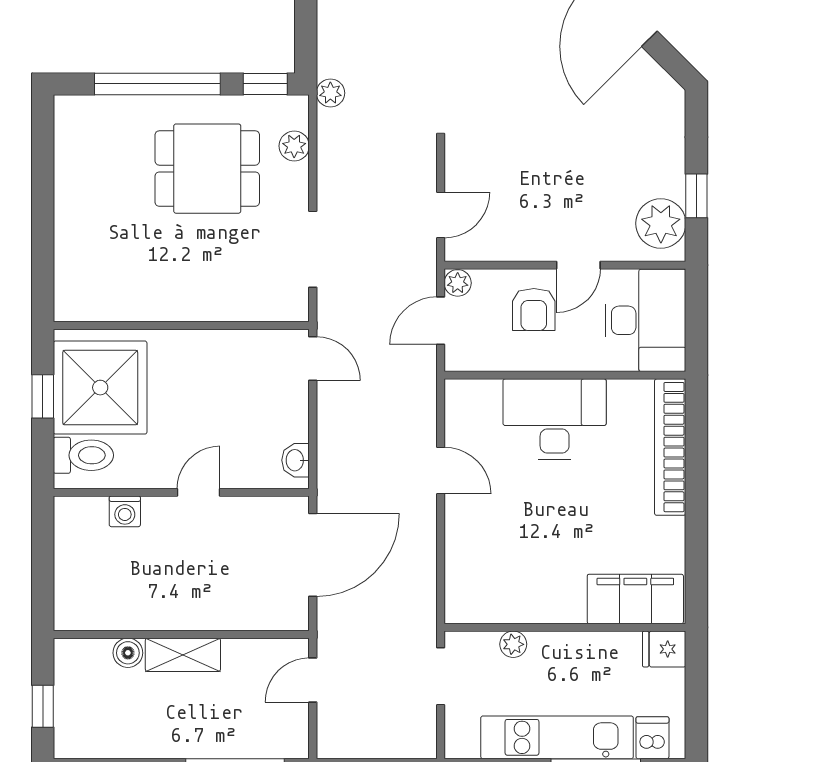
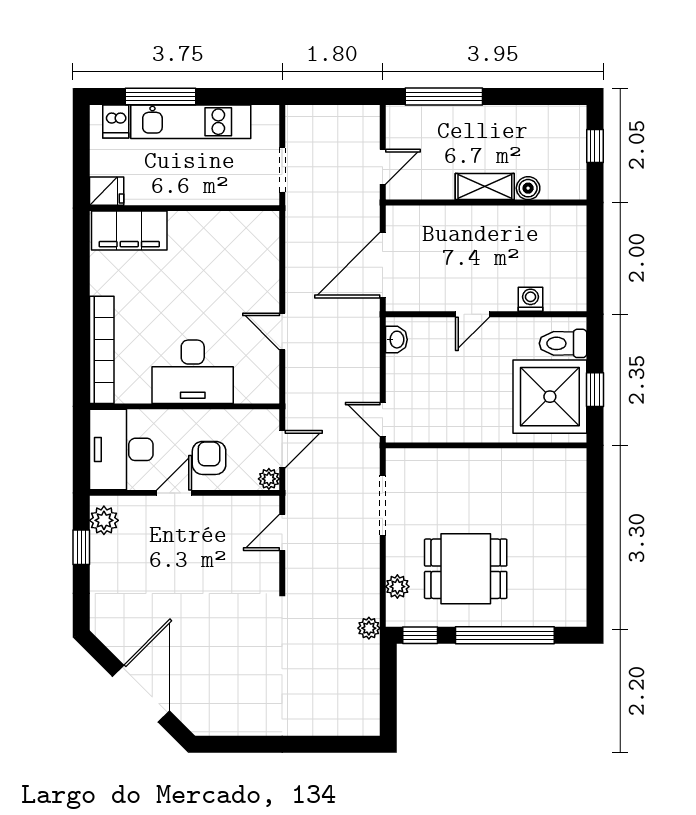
plant: (661, 223) -> (104, 520), width x0.73, depth x0.73
plant: (513, 644) -> (225, 195), removed

